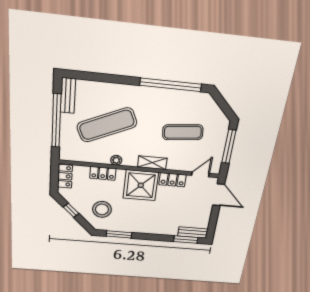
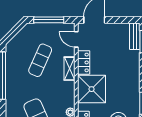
exercise mat: (183, 132) -> (40, 60), turned 30
shelving: (152, 163) -> (69, 69), moved

